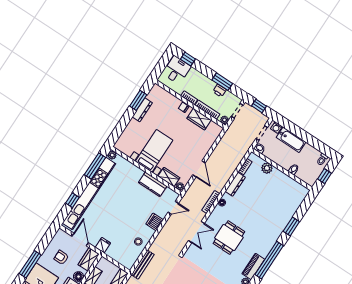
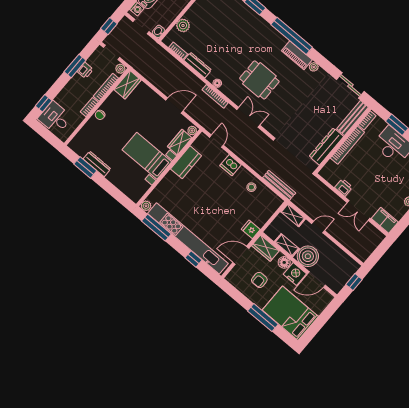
wardrobe: (199, 119) -> (127, 85), moved

